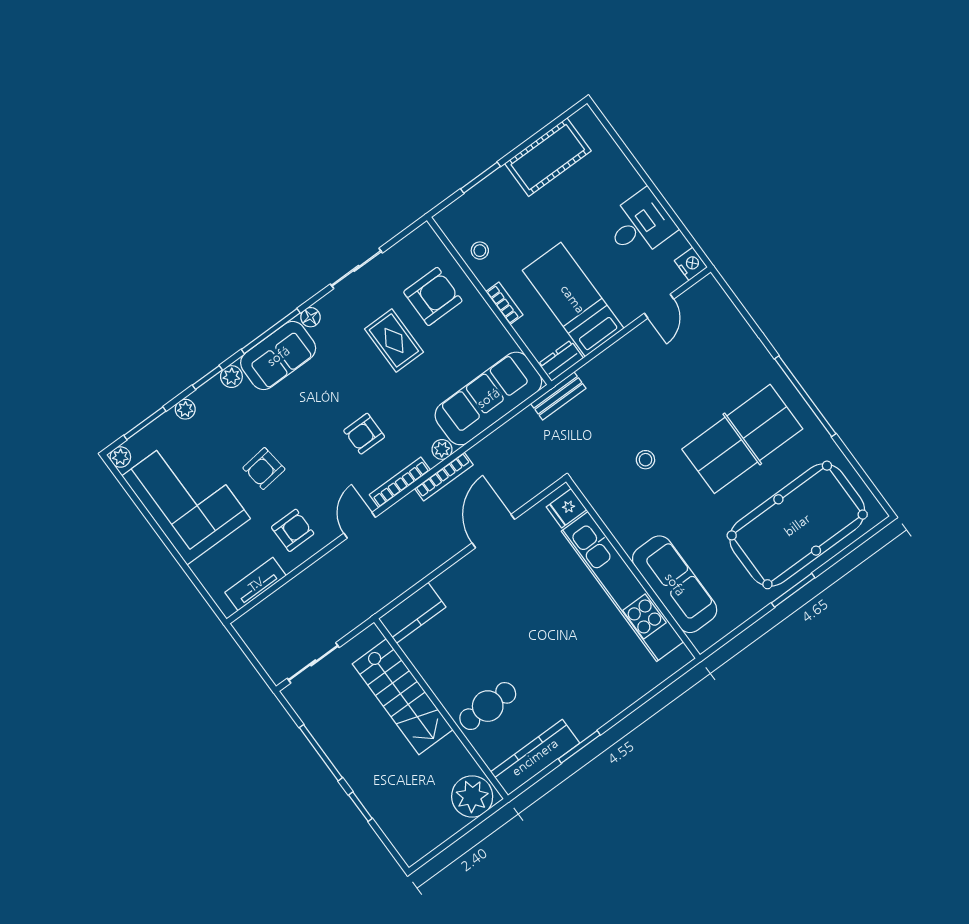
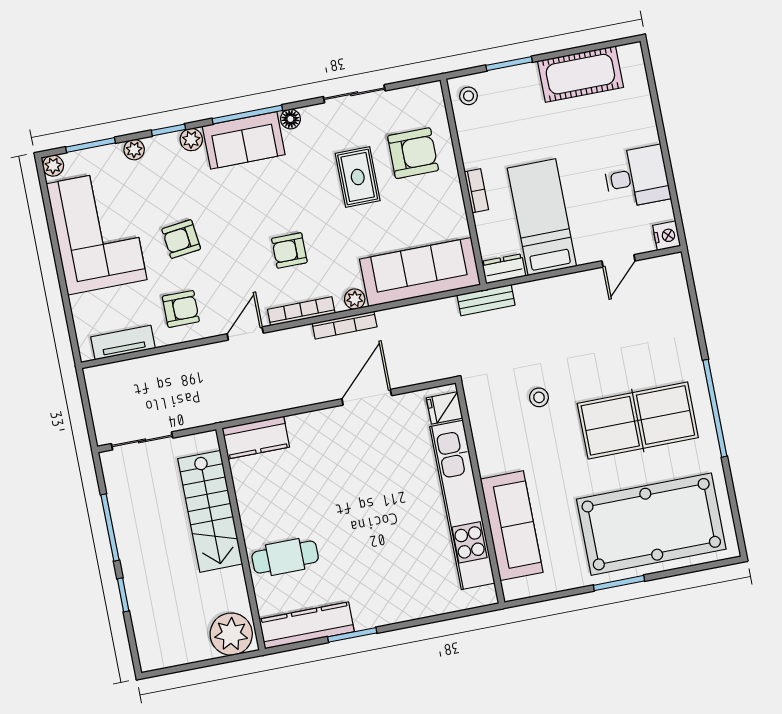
stool: (480, 251) -> (469, 96), moved

